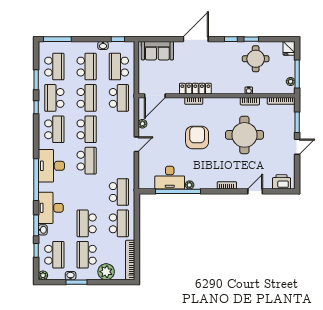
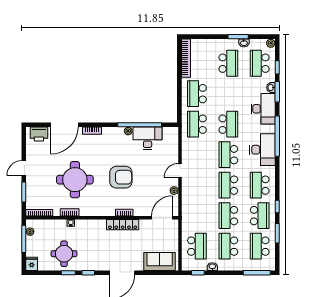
school desk: (119, 98) -> (197, 216), removed
armchair: (197, 138) -> (121, 177), turned -90
door: (255, 191) -> (64, 125), width x1.87
school desk: (87, 223) -> (228, 124), moved
plant: (106, 272) -> (209, 47), removed

